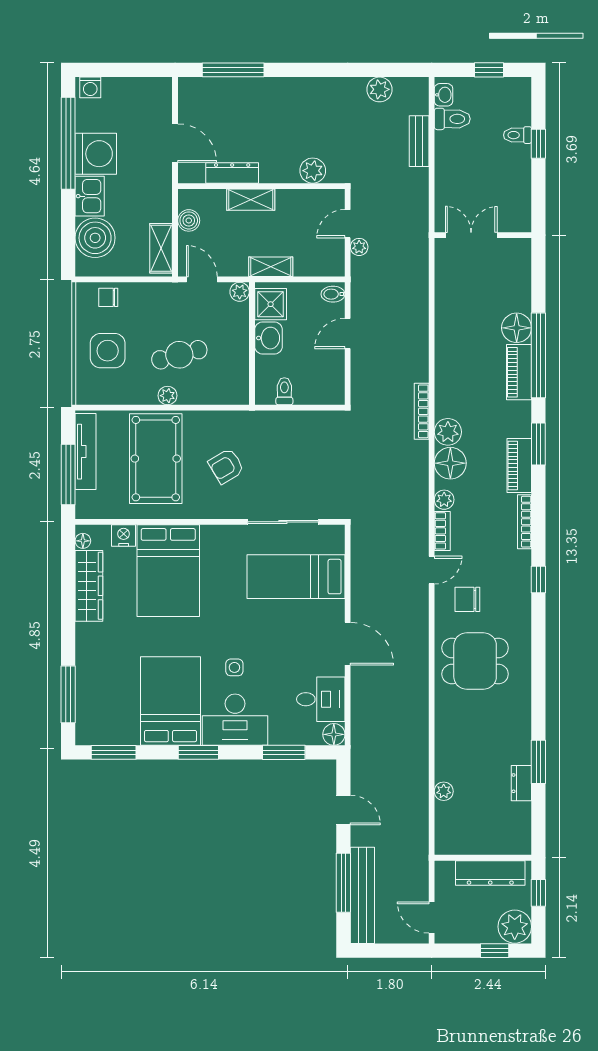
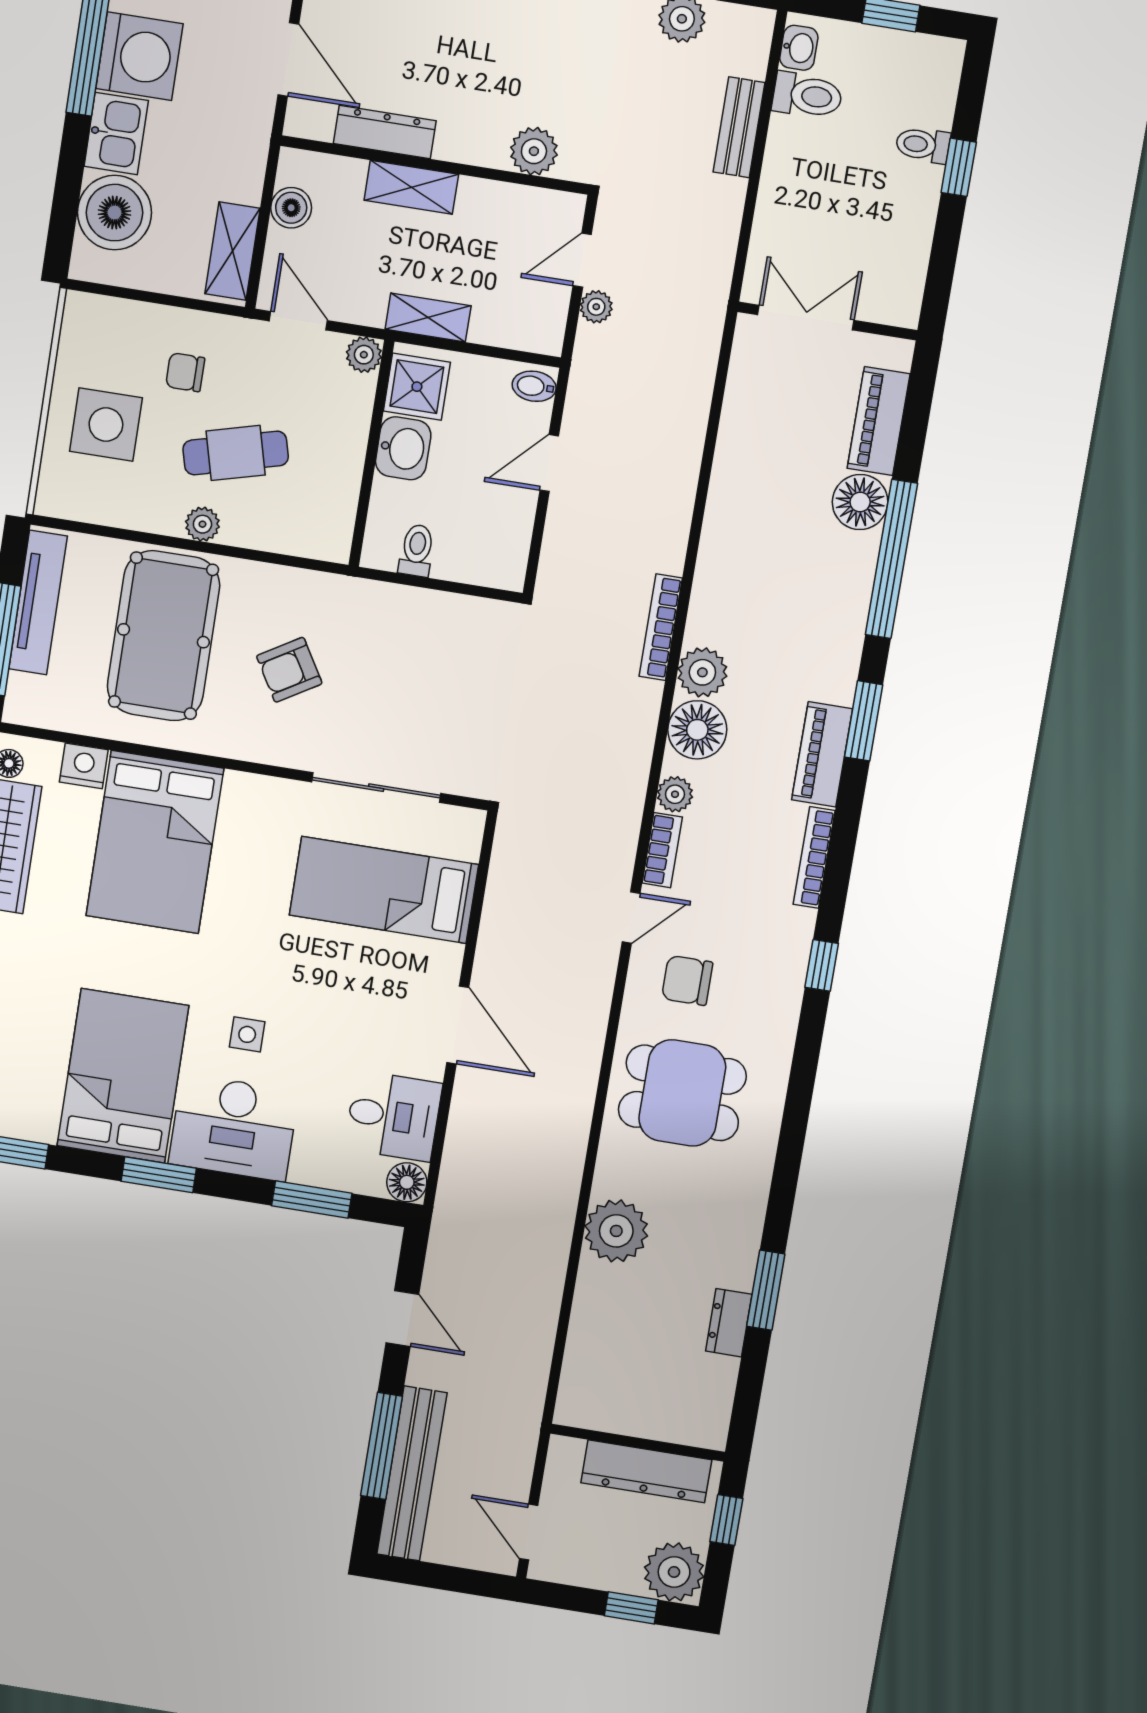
chair: (108, 297) -> (185, 372), moved
piano: (519, 372) -> (879, 421), moved
plant: (444, 791) -> (616, 1231), moved, width x1.87, depth x1.87

